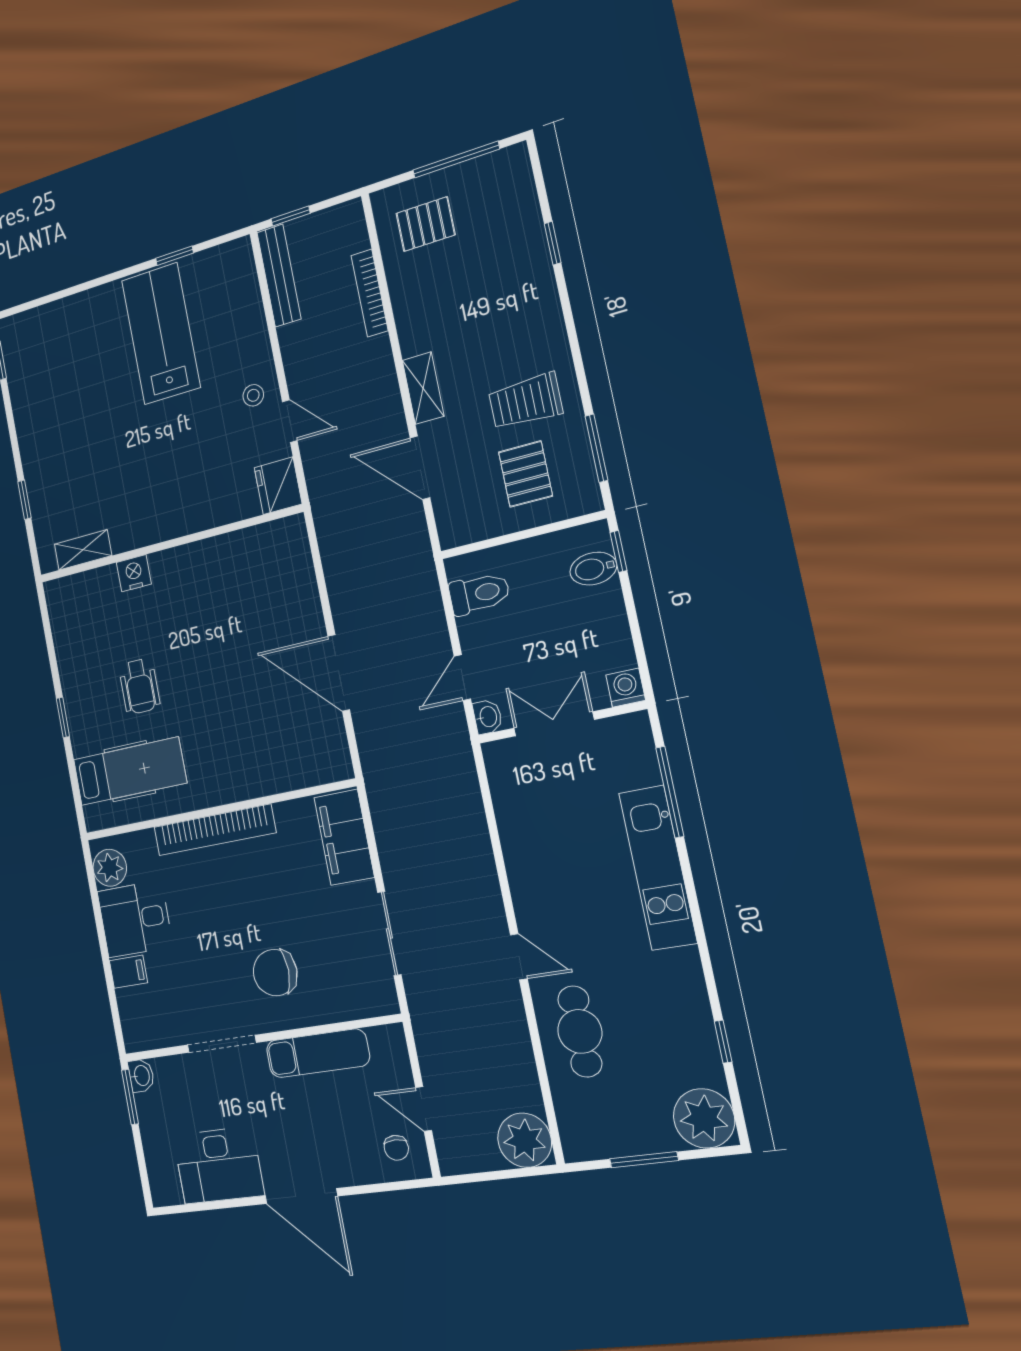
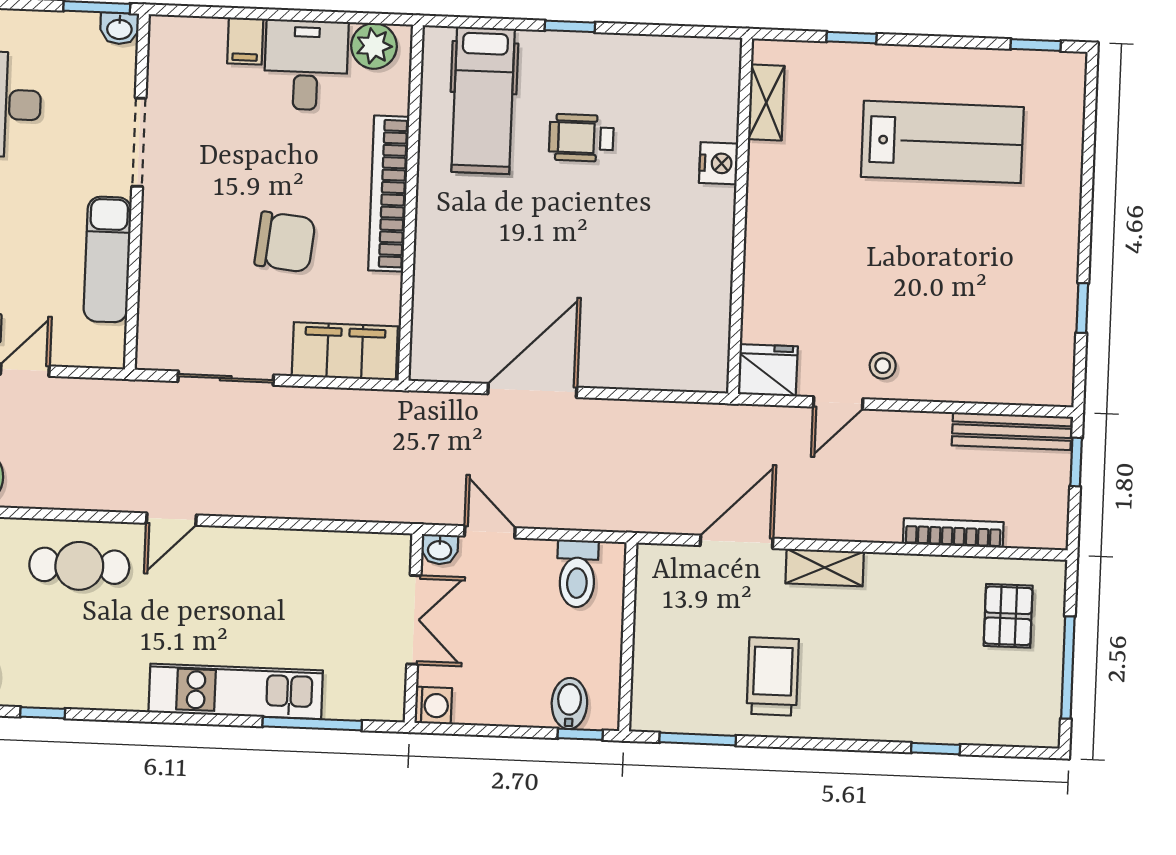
lab bench: (161, 334) -> (942, 142), moved
pallet: (526, 474) -> (693, 657), removed
chair: (275, 973) -> (285, 242), moved, turned 96

